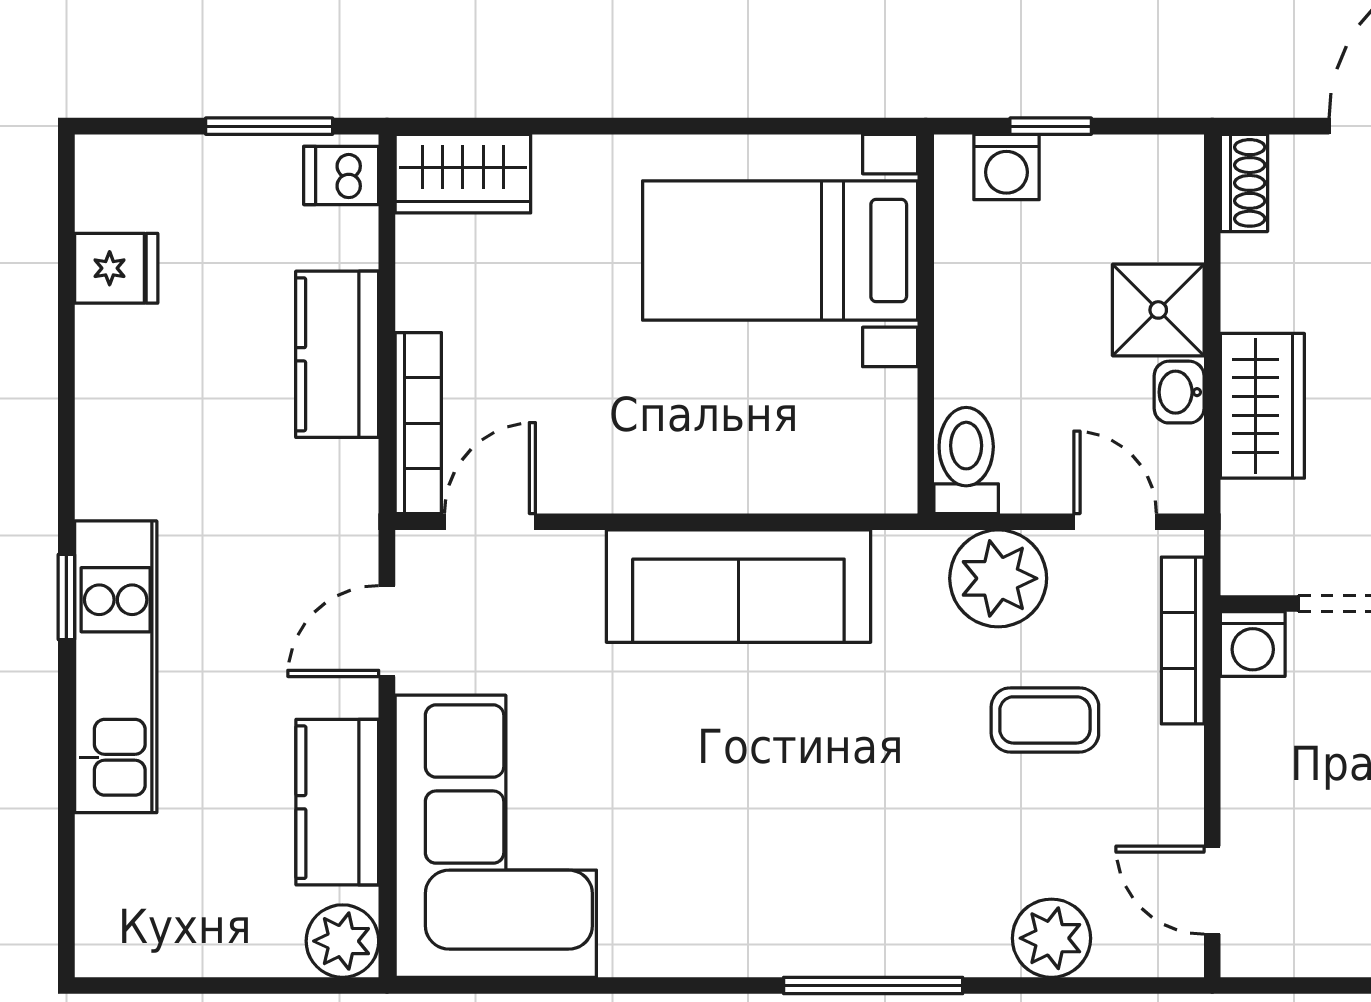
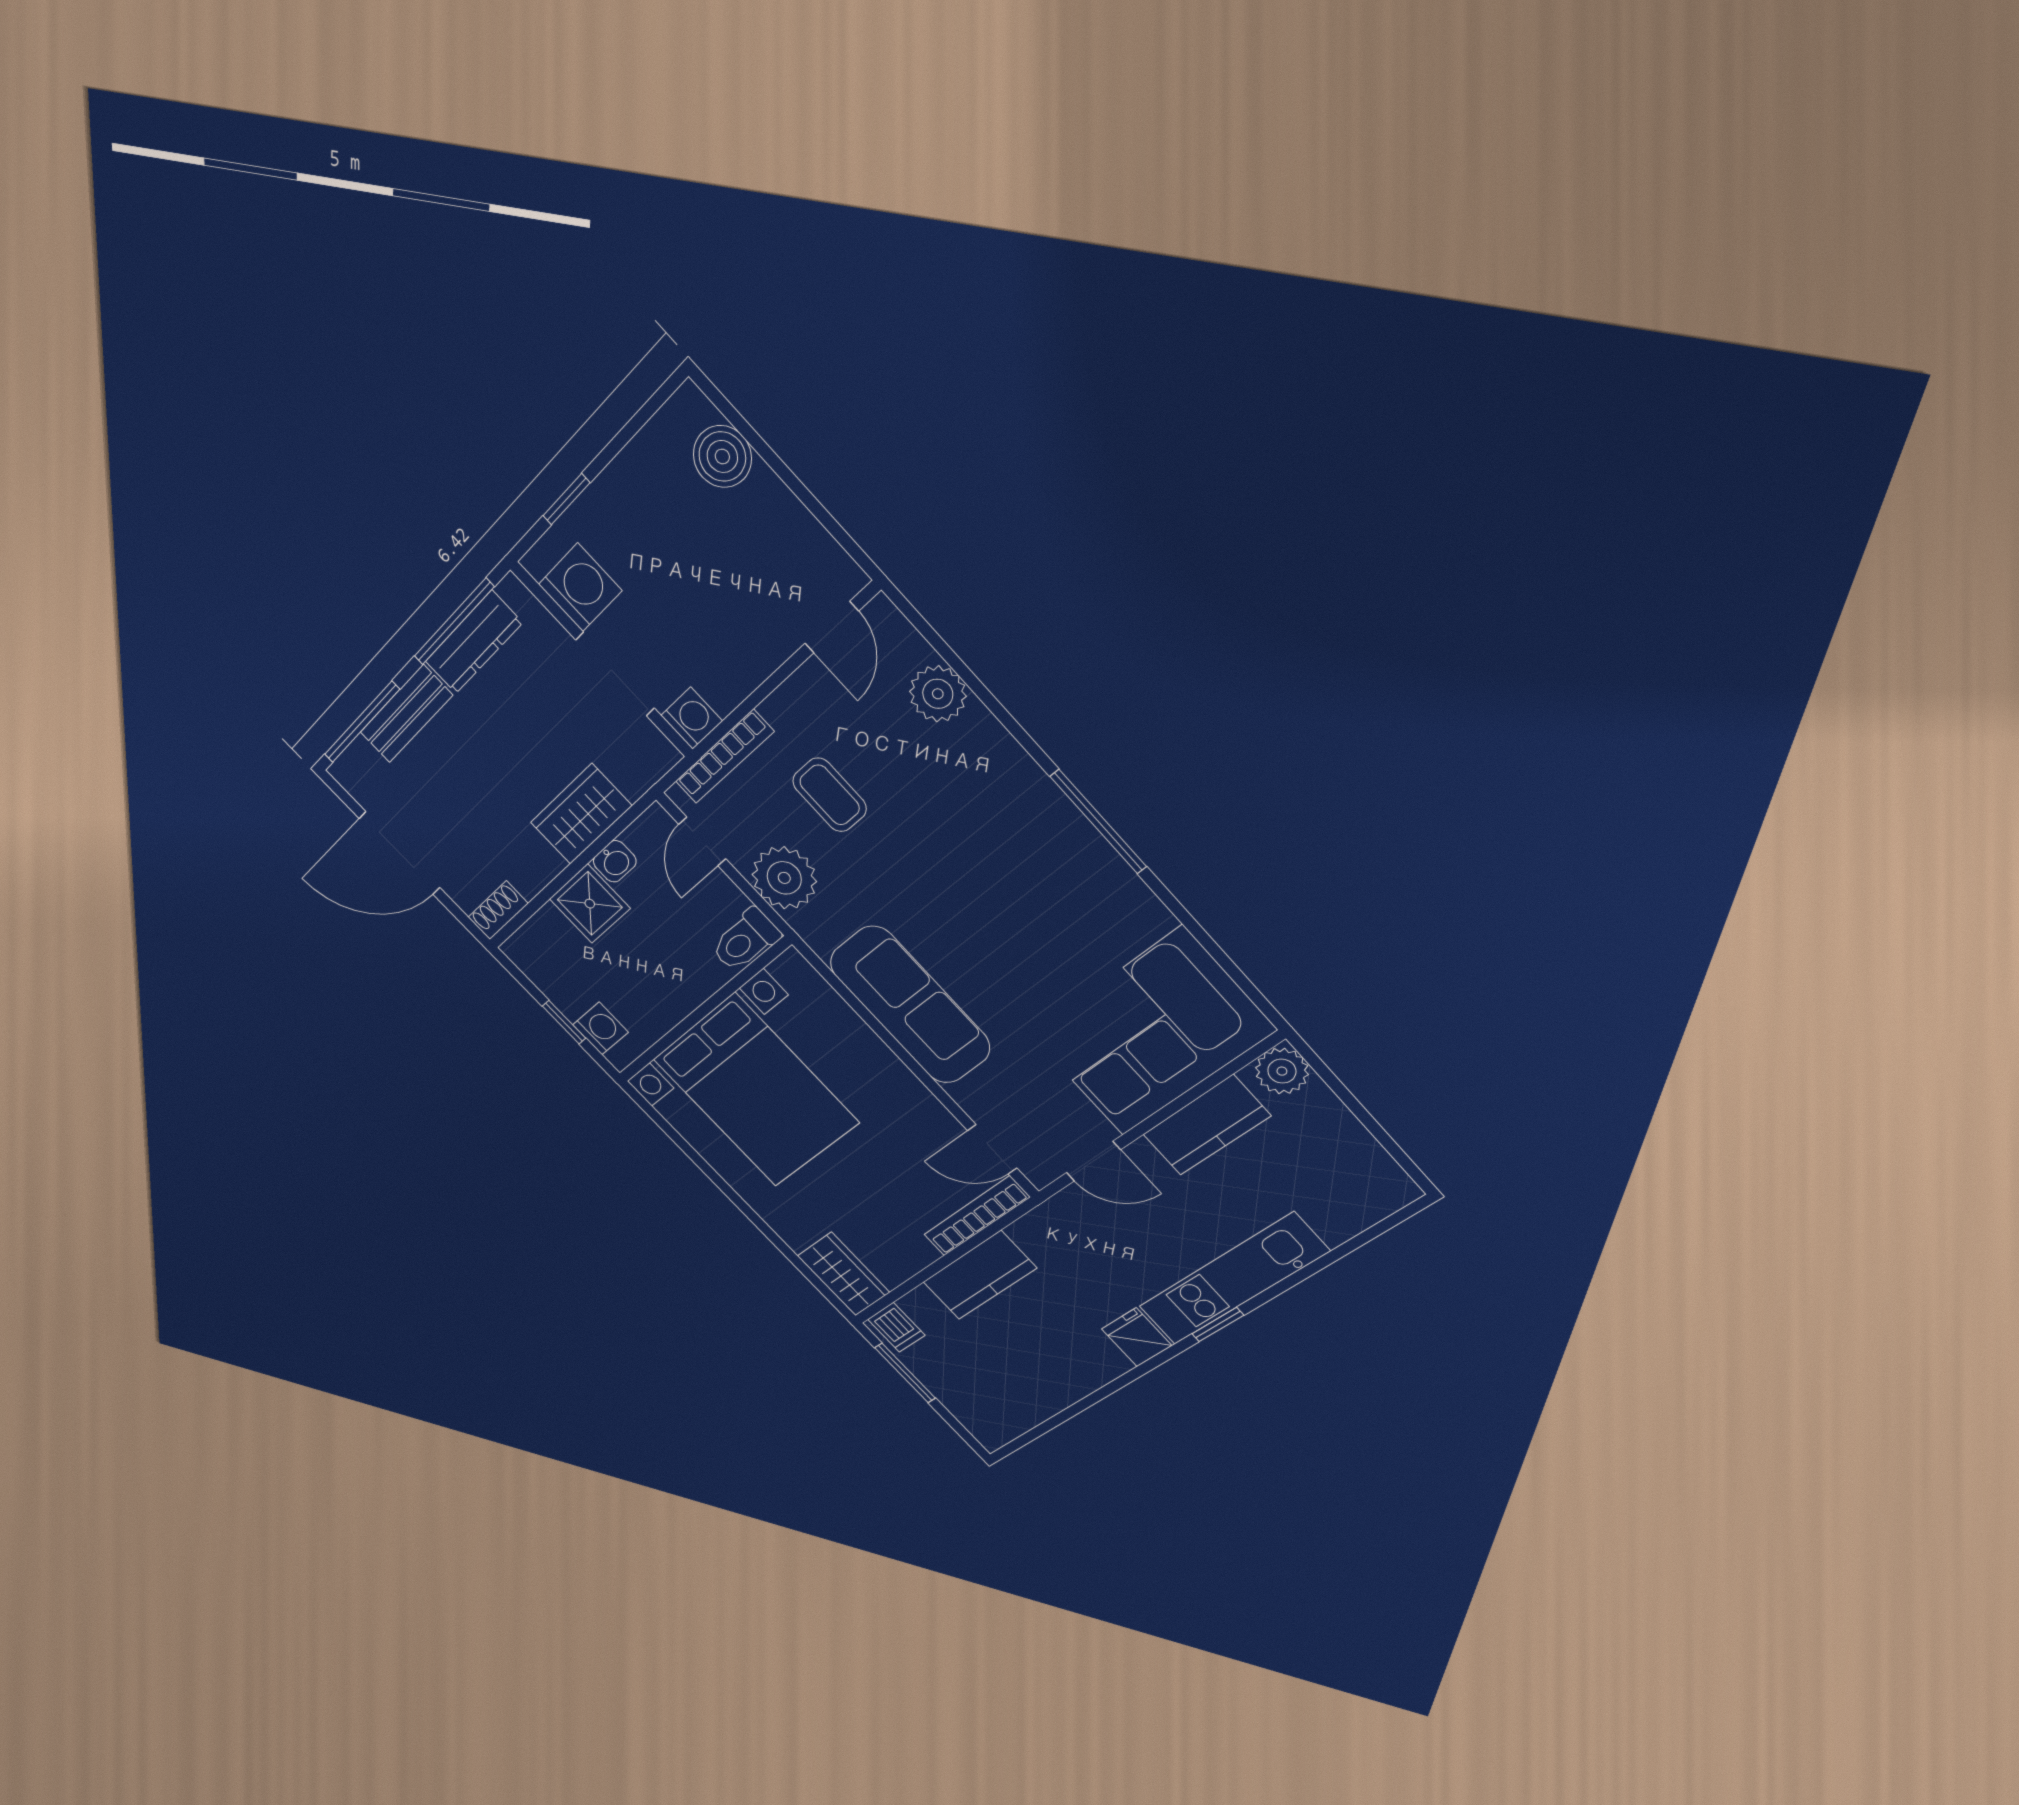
bed with nightstands: (780, 250) -> (756, 1091), width x1.36
fridge: (116, 268) -> (1137, 1337), moved
window: (873, 986) -> (1098, 822), moved

